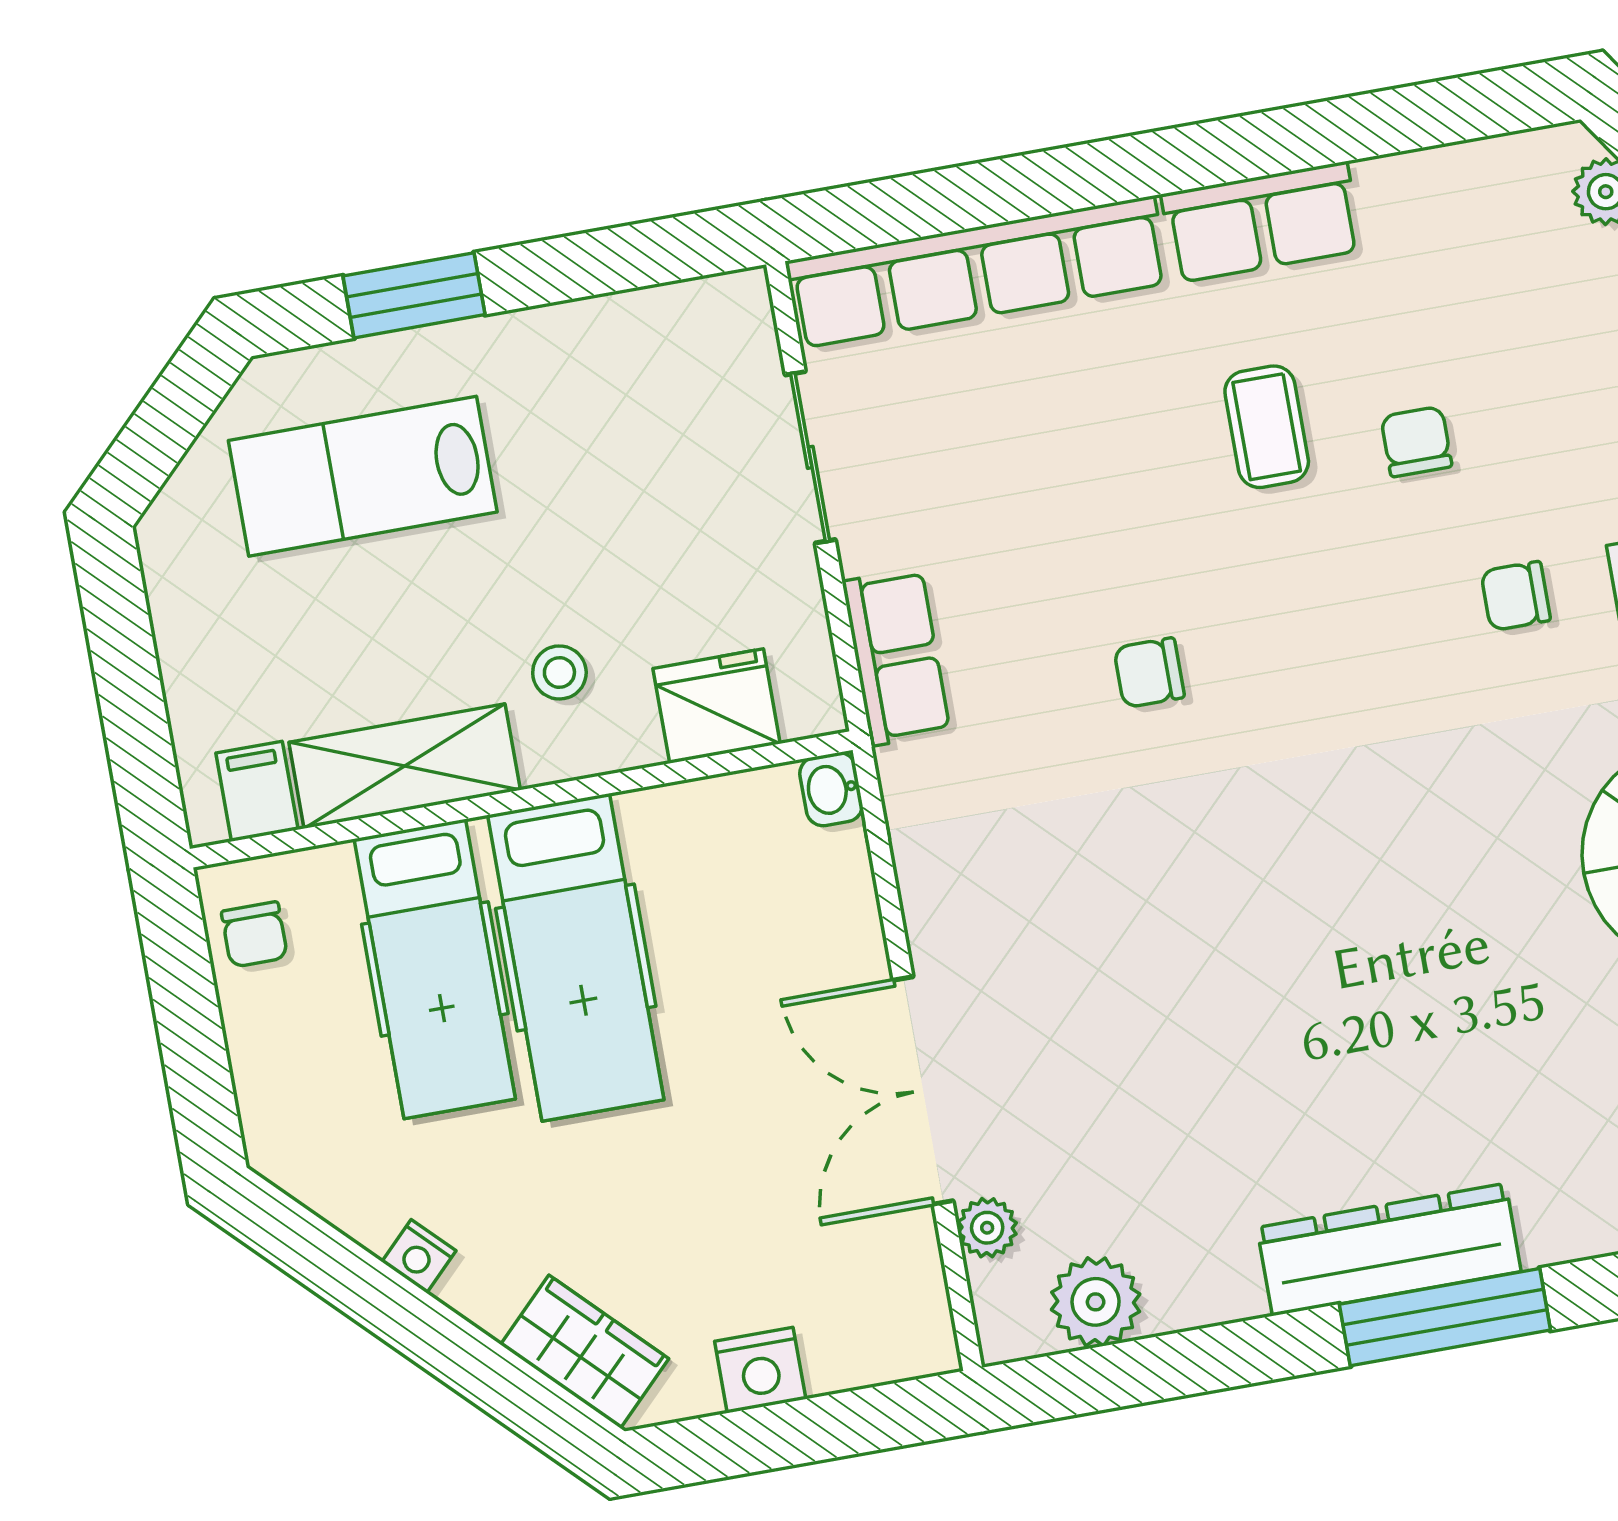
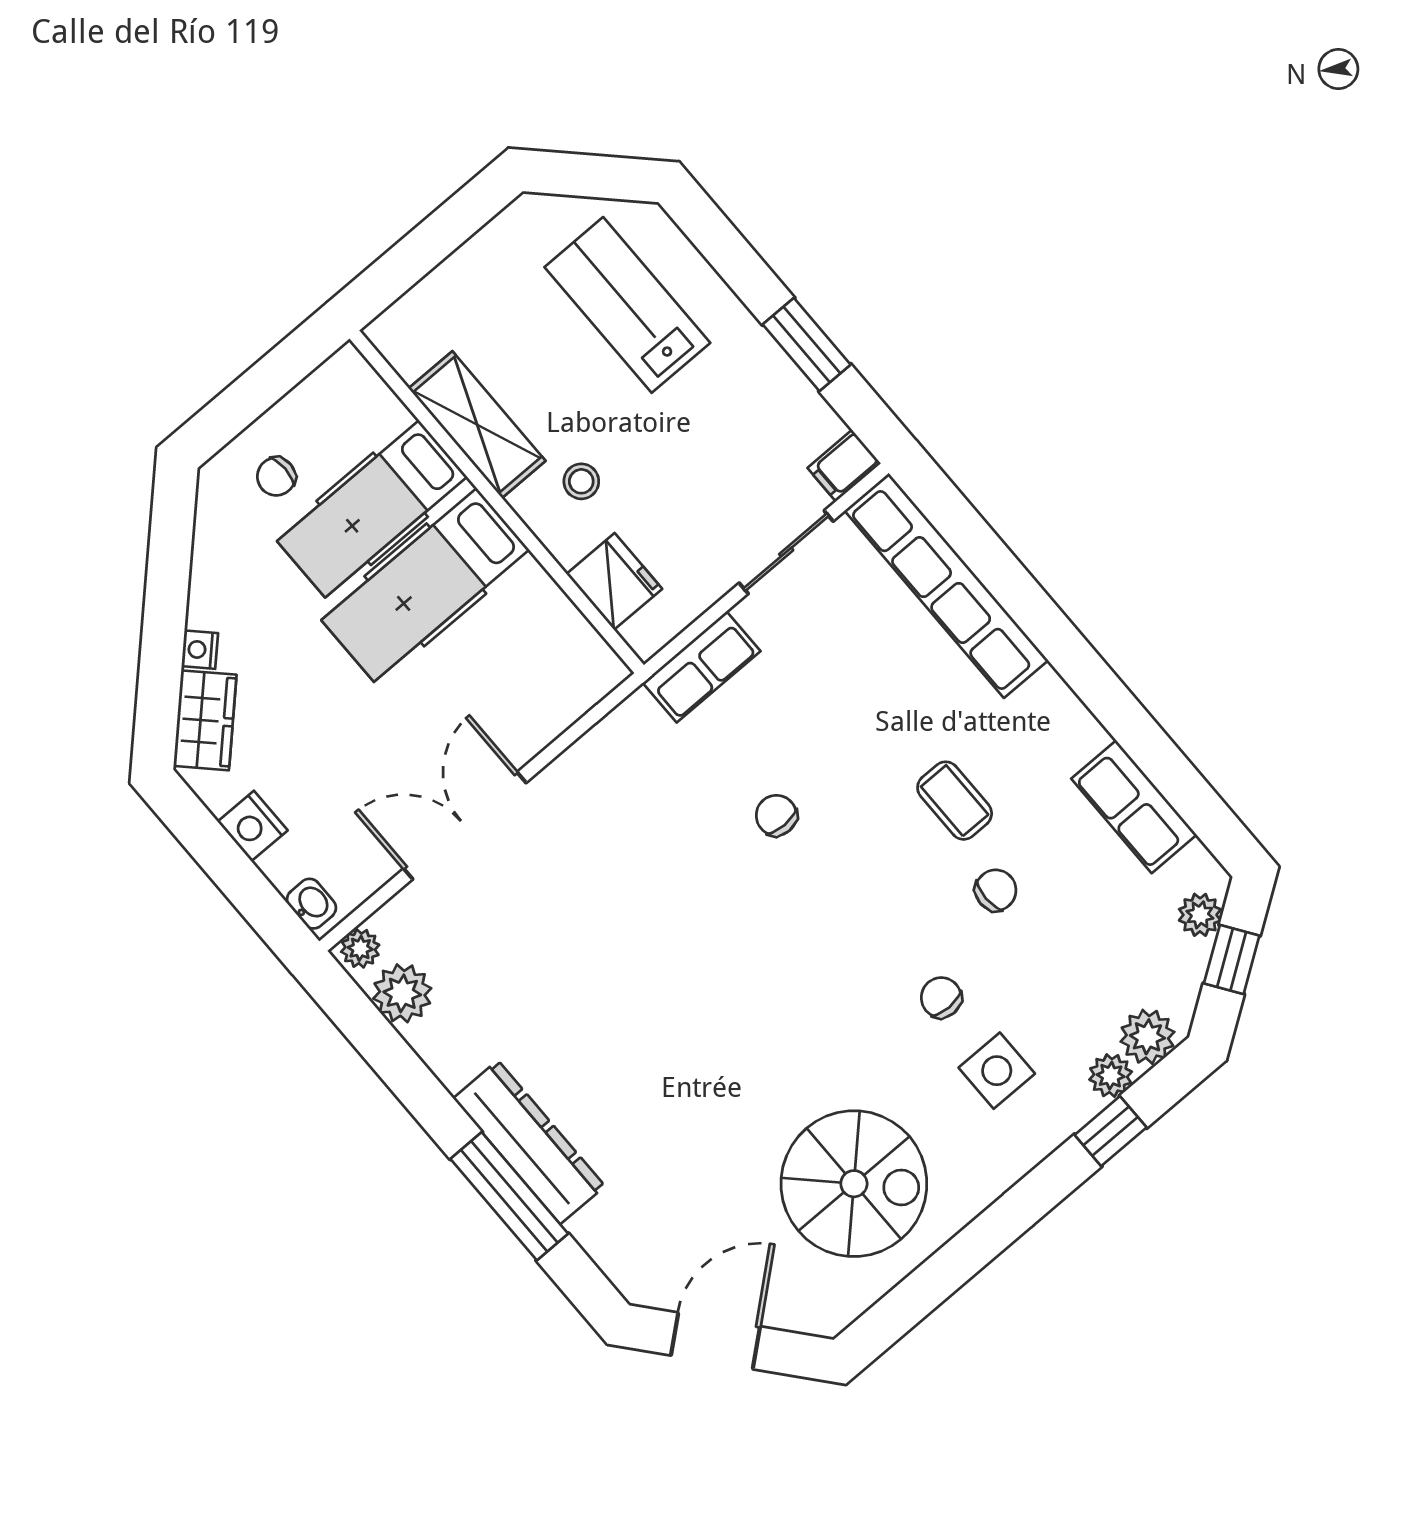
row of seats: (1262, 222) -> (1134, 807), moved
window: (414, 295) -> (807, 345), moved
coffee table: (1267, 427) -> (955, 801), turned 90
washbasin: (831, 789) -> (311, 904), moved, turned 90
filing cabinet: (257, 791) -> (844, 466), moved, turned 180
chair: (254, 934) -> (276, 477), moved
plant: (987, 1228) -> (360, 948), moved
nightstand: (419, 1256) -> (200, 650), moved

